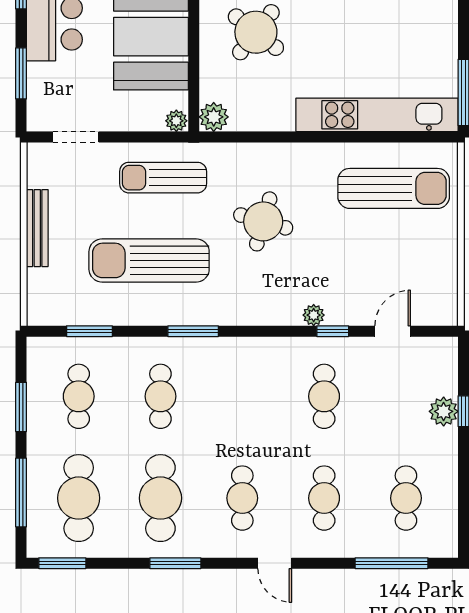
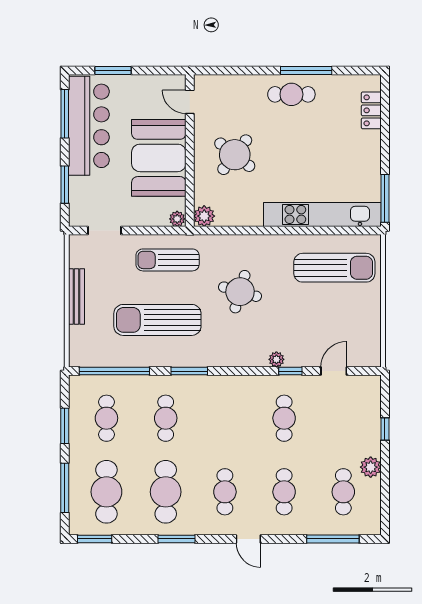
window: (89, 331) -> (114, 371), width x2.11
plant: (444, 411) -> (371, 467), moved

